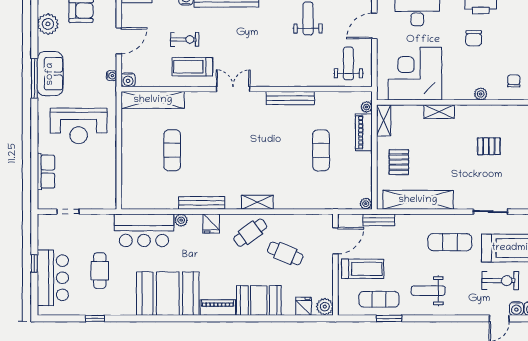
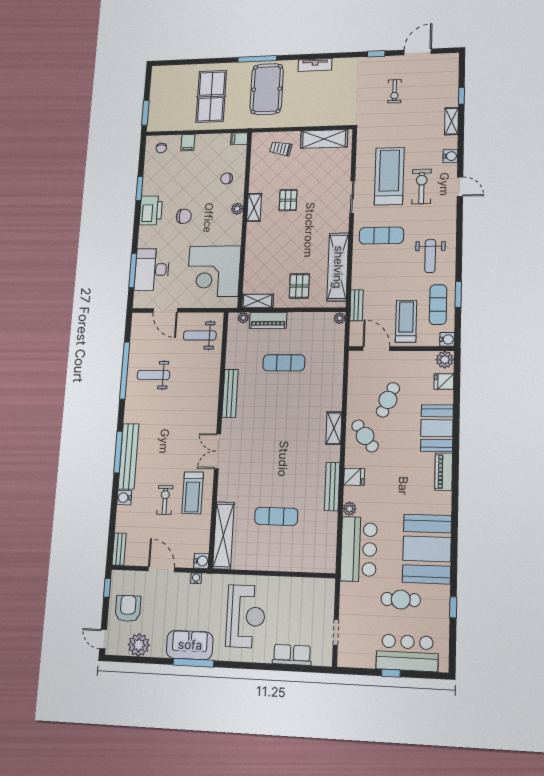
shelving: (439, 112) -> (254, 207), moved
pallet: (399, 162) -> (299, 286), turned 90
exercise mat: (450, 242) -> (381, 236), turned 90
booth: (168, 294) -> (427, 549), moved
water cooler: (516, 309) -> (447, 339), moved

